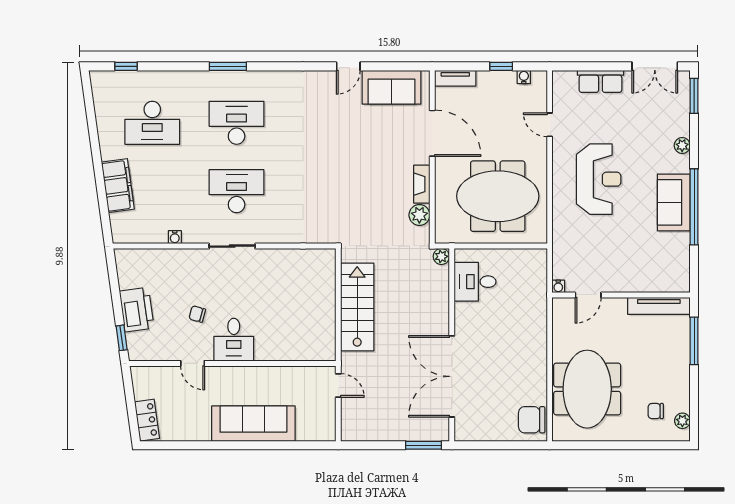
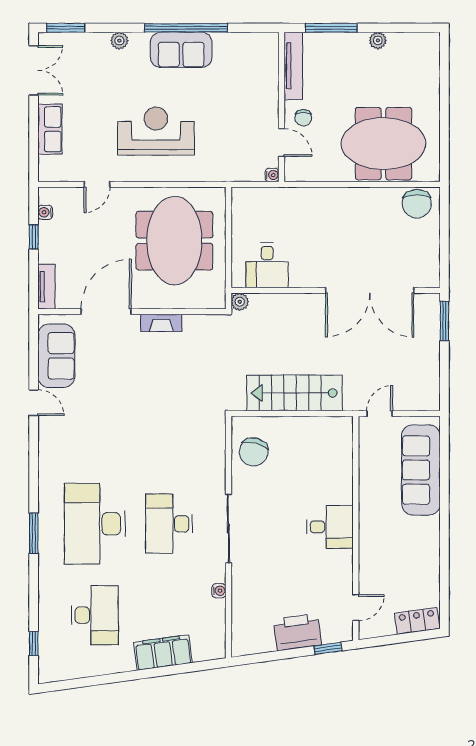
desk: (237, 123) -> (95, 524), width x1.36, depth x1.30
plant: (419, 215) -> (195, 325), removed
sliding door: (232, 246) -> (228, 529), width x1.37
chair: (197, 314) -> (254, 452), moved, width x1.87, depth x1.87
door: (193, 363) -> (356, 608), moved
chair: (656, 411) -> (303, 118), moved
plant: (682, 421) -> (378, 40), moved
sofa: (253, 424) -> (421, 470), moved

